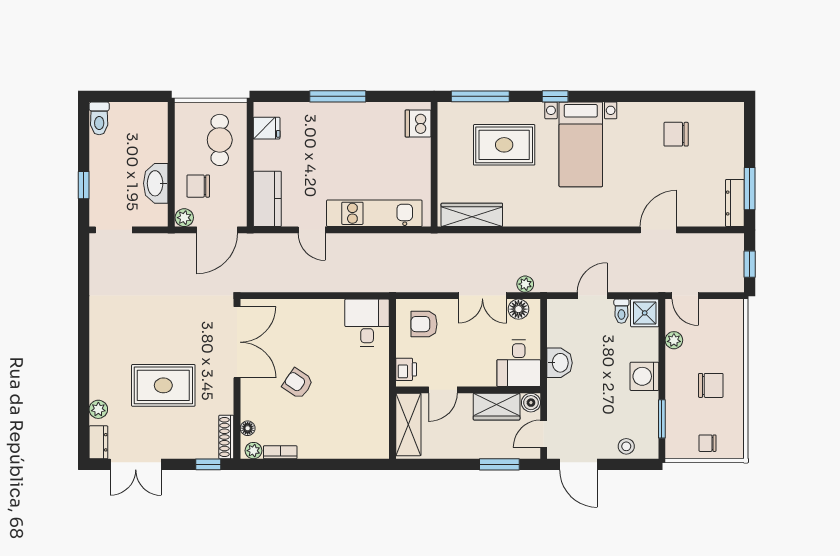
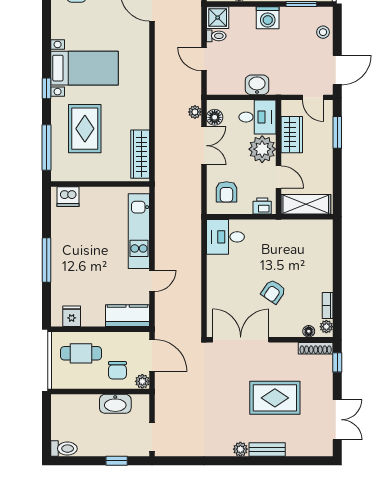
plant: (478, 369) -> (262, 149), added
bench: (98, 376) -> (267, 450), added
rug: (163, 385) -> (275, 398), turned 90
boiler: (531, 403) -> (288, 107), removed
plant: (98, 409) -> (240, 449), moved
dresser: (98, 442) -> (320, 449), removed

